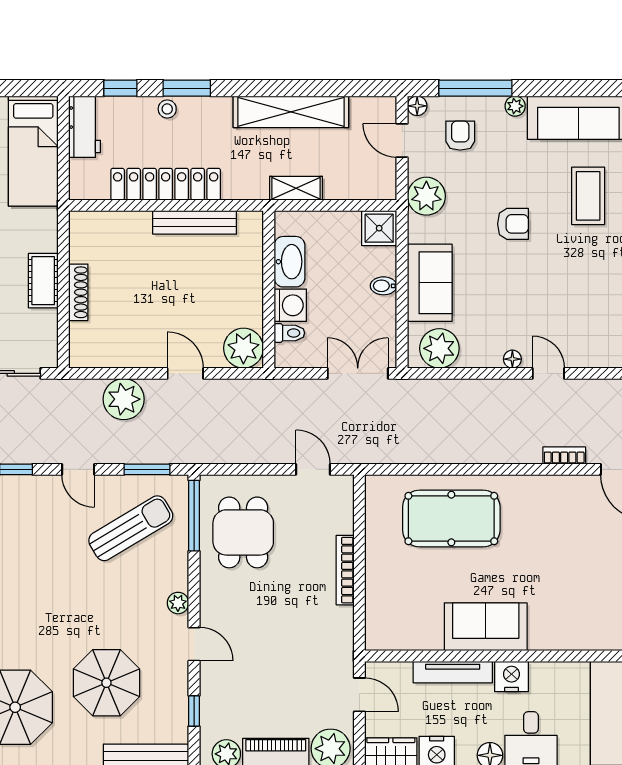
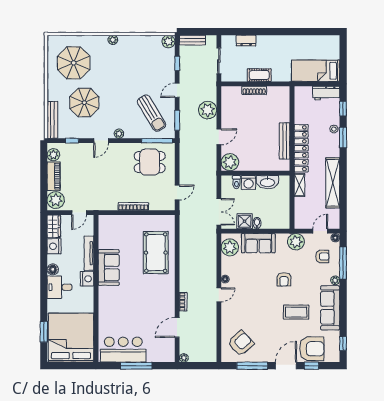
locker: (166, 184) -> (301, 148), moved
shower: (379, 228) -> (245, 221), moved

